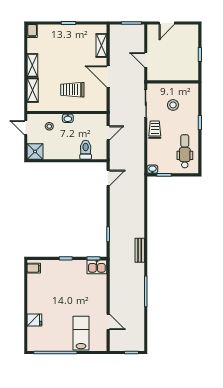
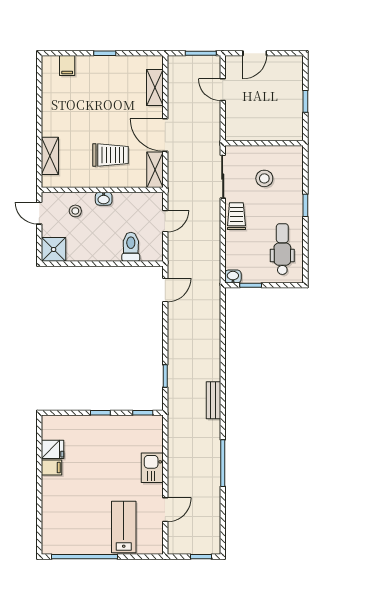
filing cabinet: (32, 31) -> (67, 66), moved
door: (146, 60) -> (223, 90), moved
shelving: (32, 65) -> (155, 170), moved
trolley: (72, 90) -> (110, 155), turned 180
kitchen sink: (97, 267) -> (152, 468), moved, turned 90
filing cabinet: (34, 268) -> (52, 468), moved
fridge: (34, 320) -> (53, 449), moved
door: (108, 322) -> (165, 510), hinge flipped

